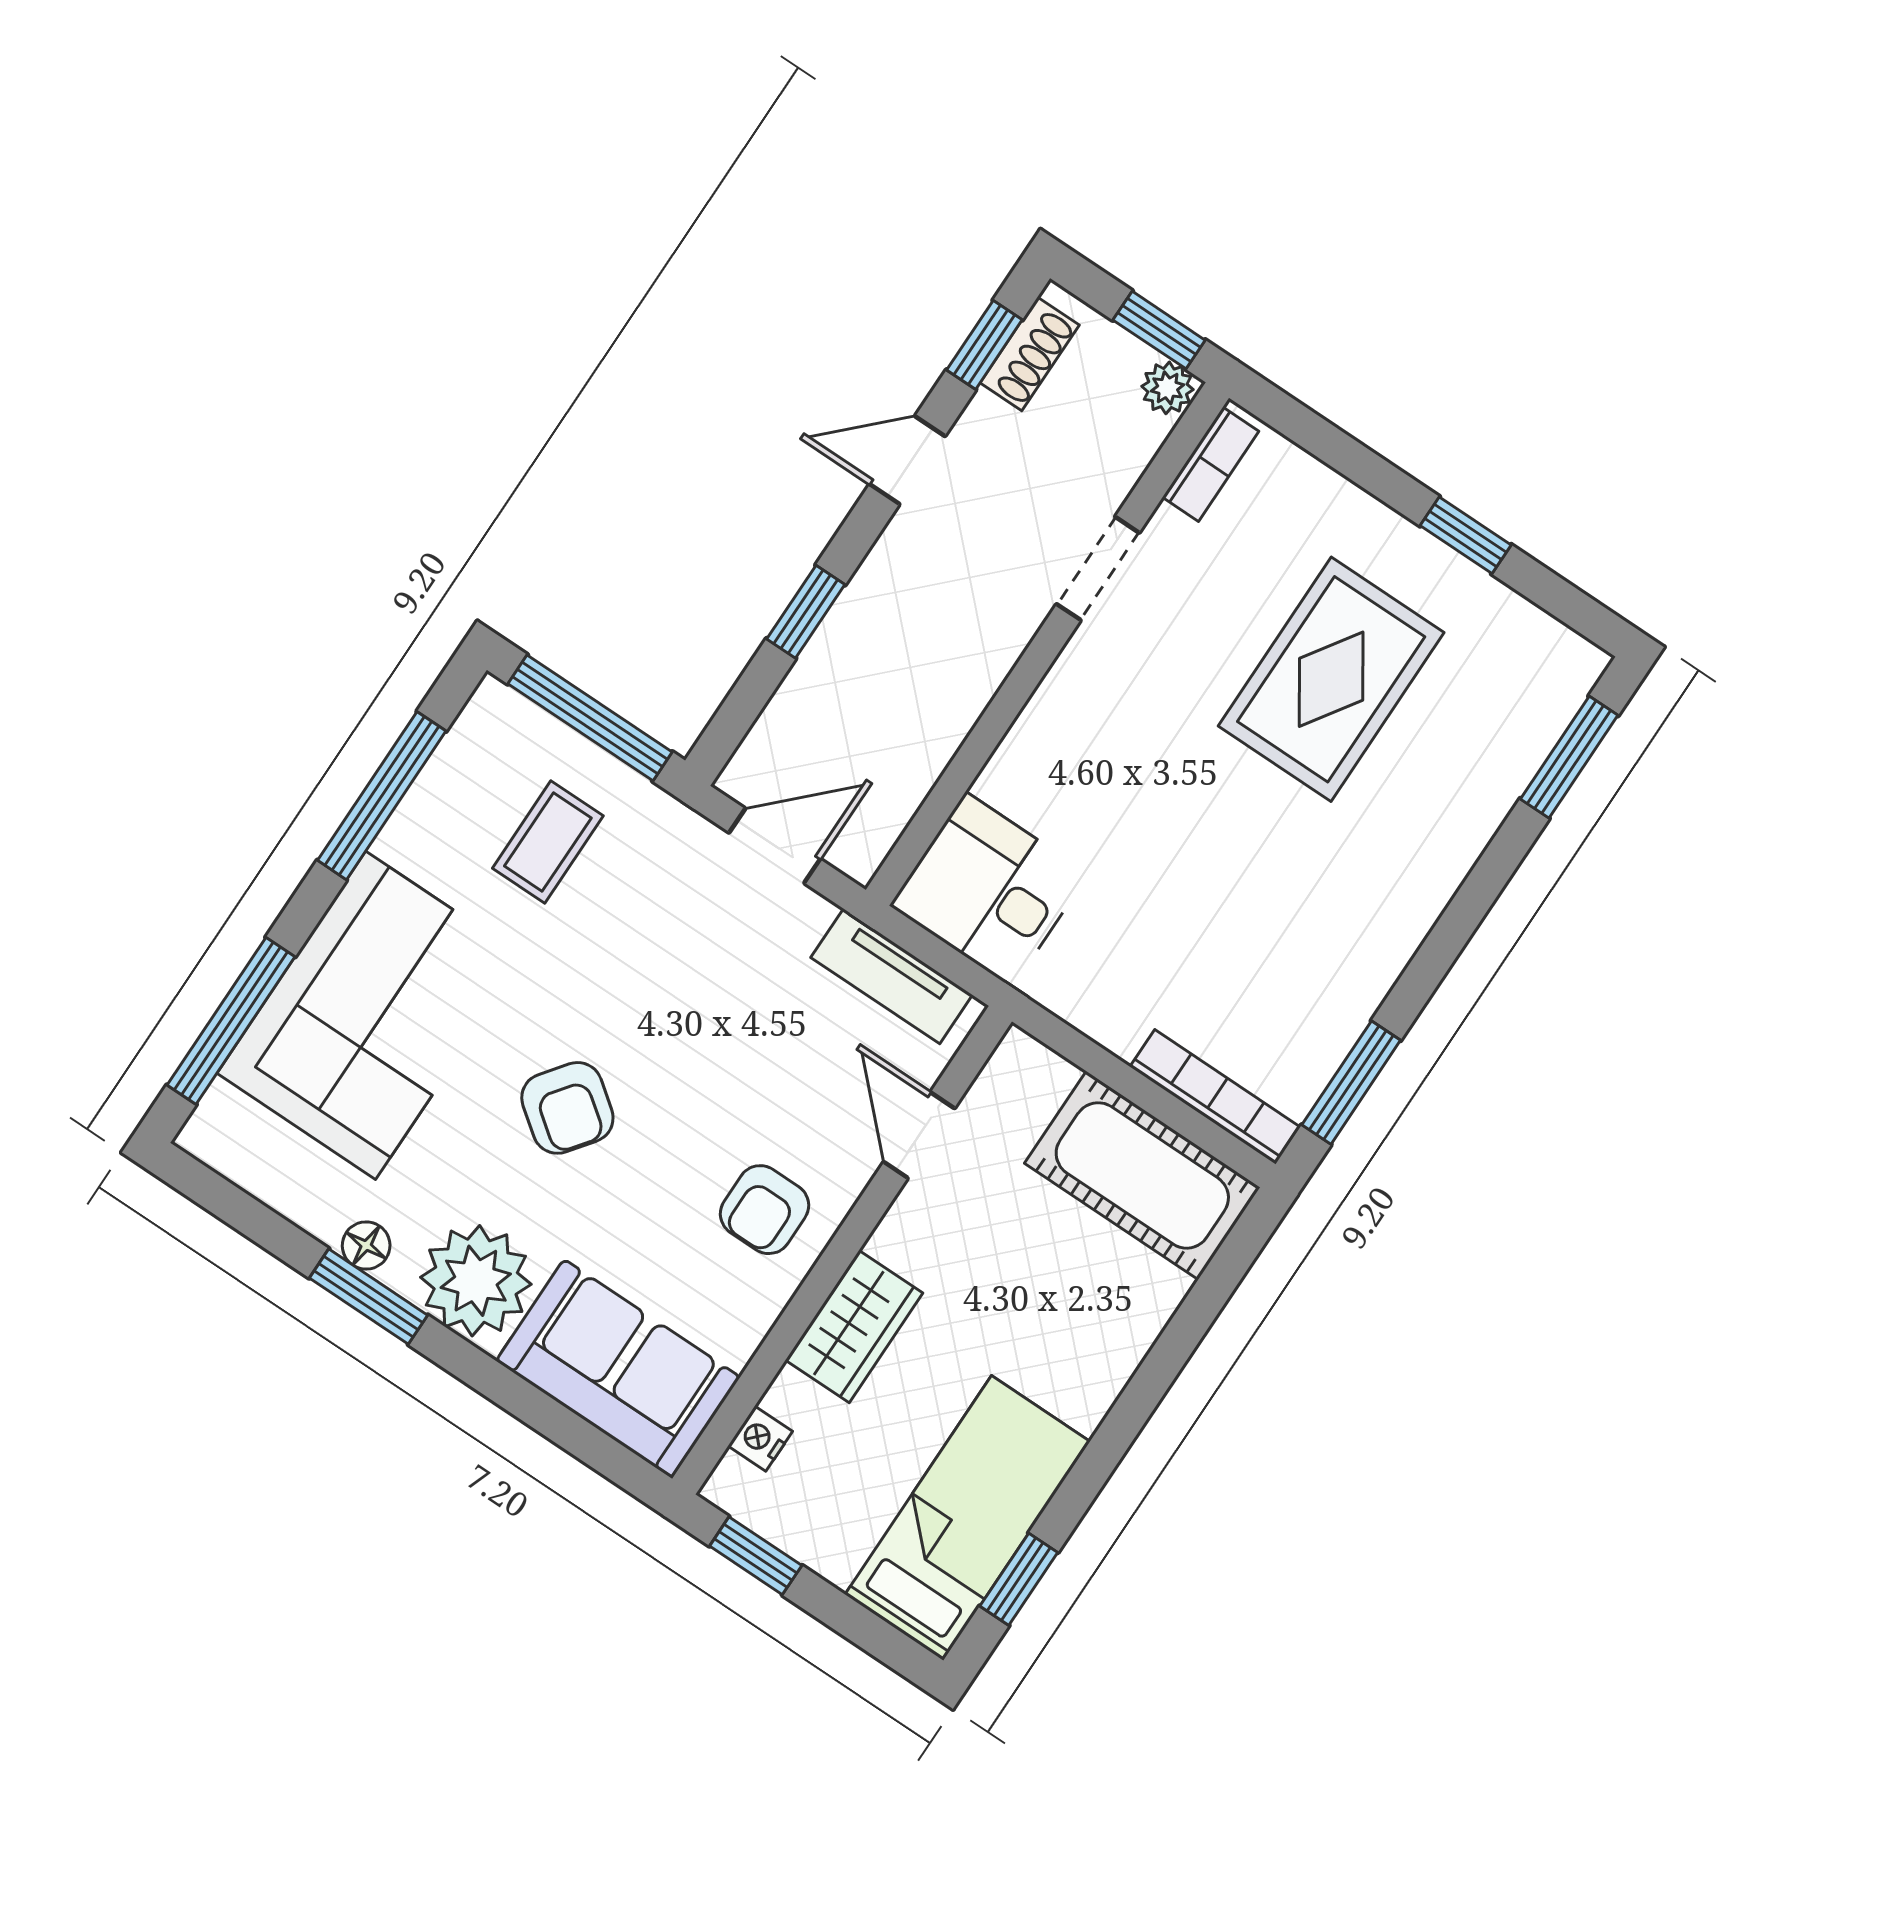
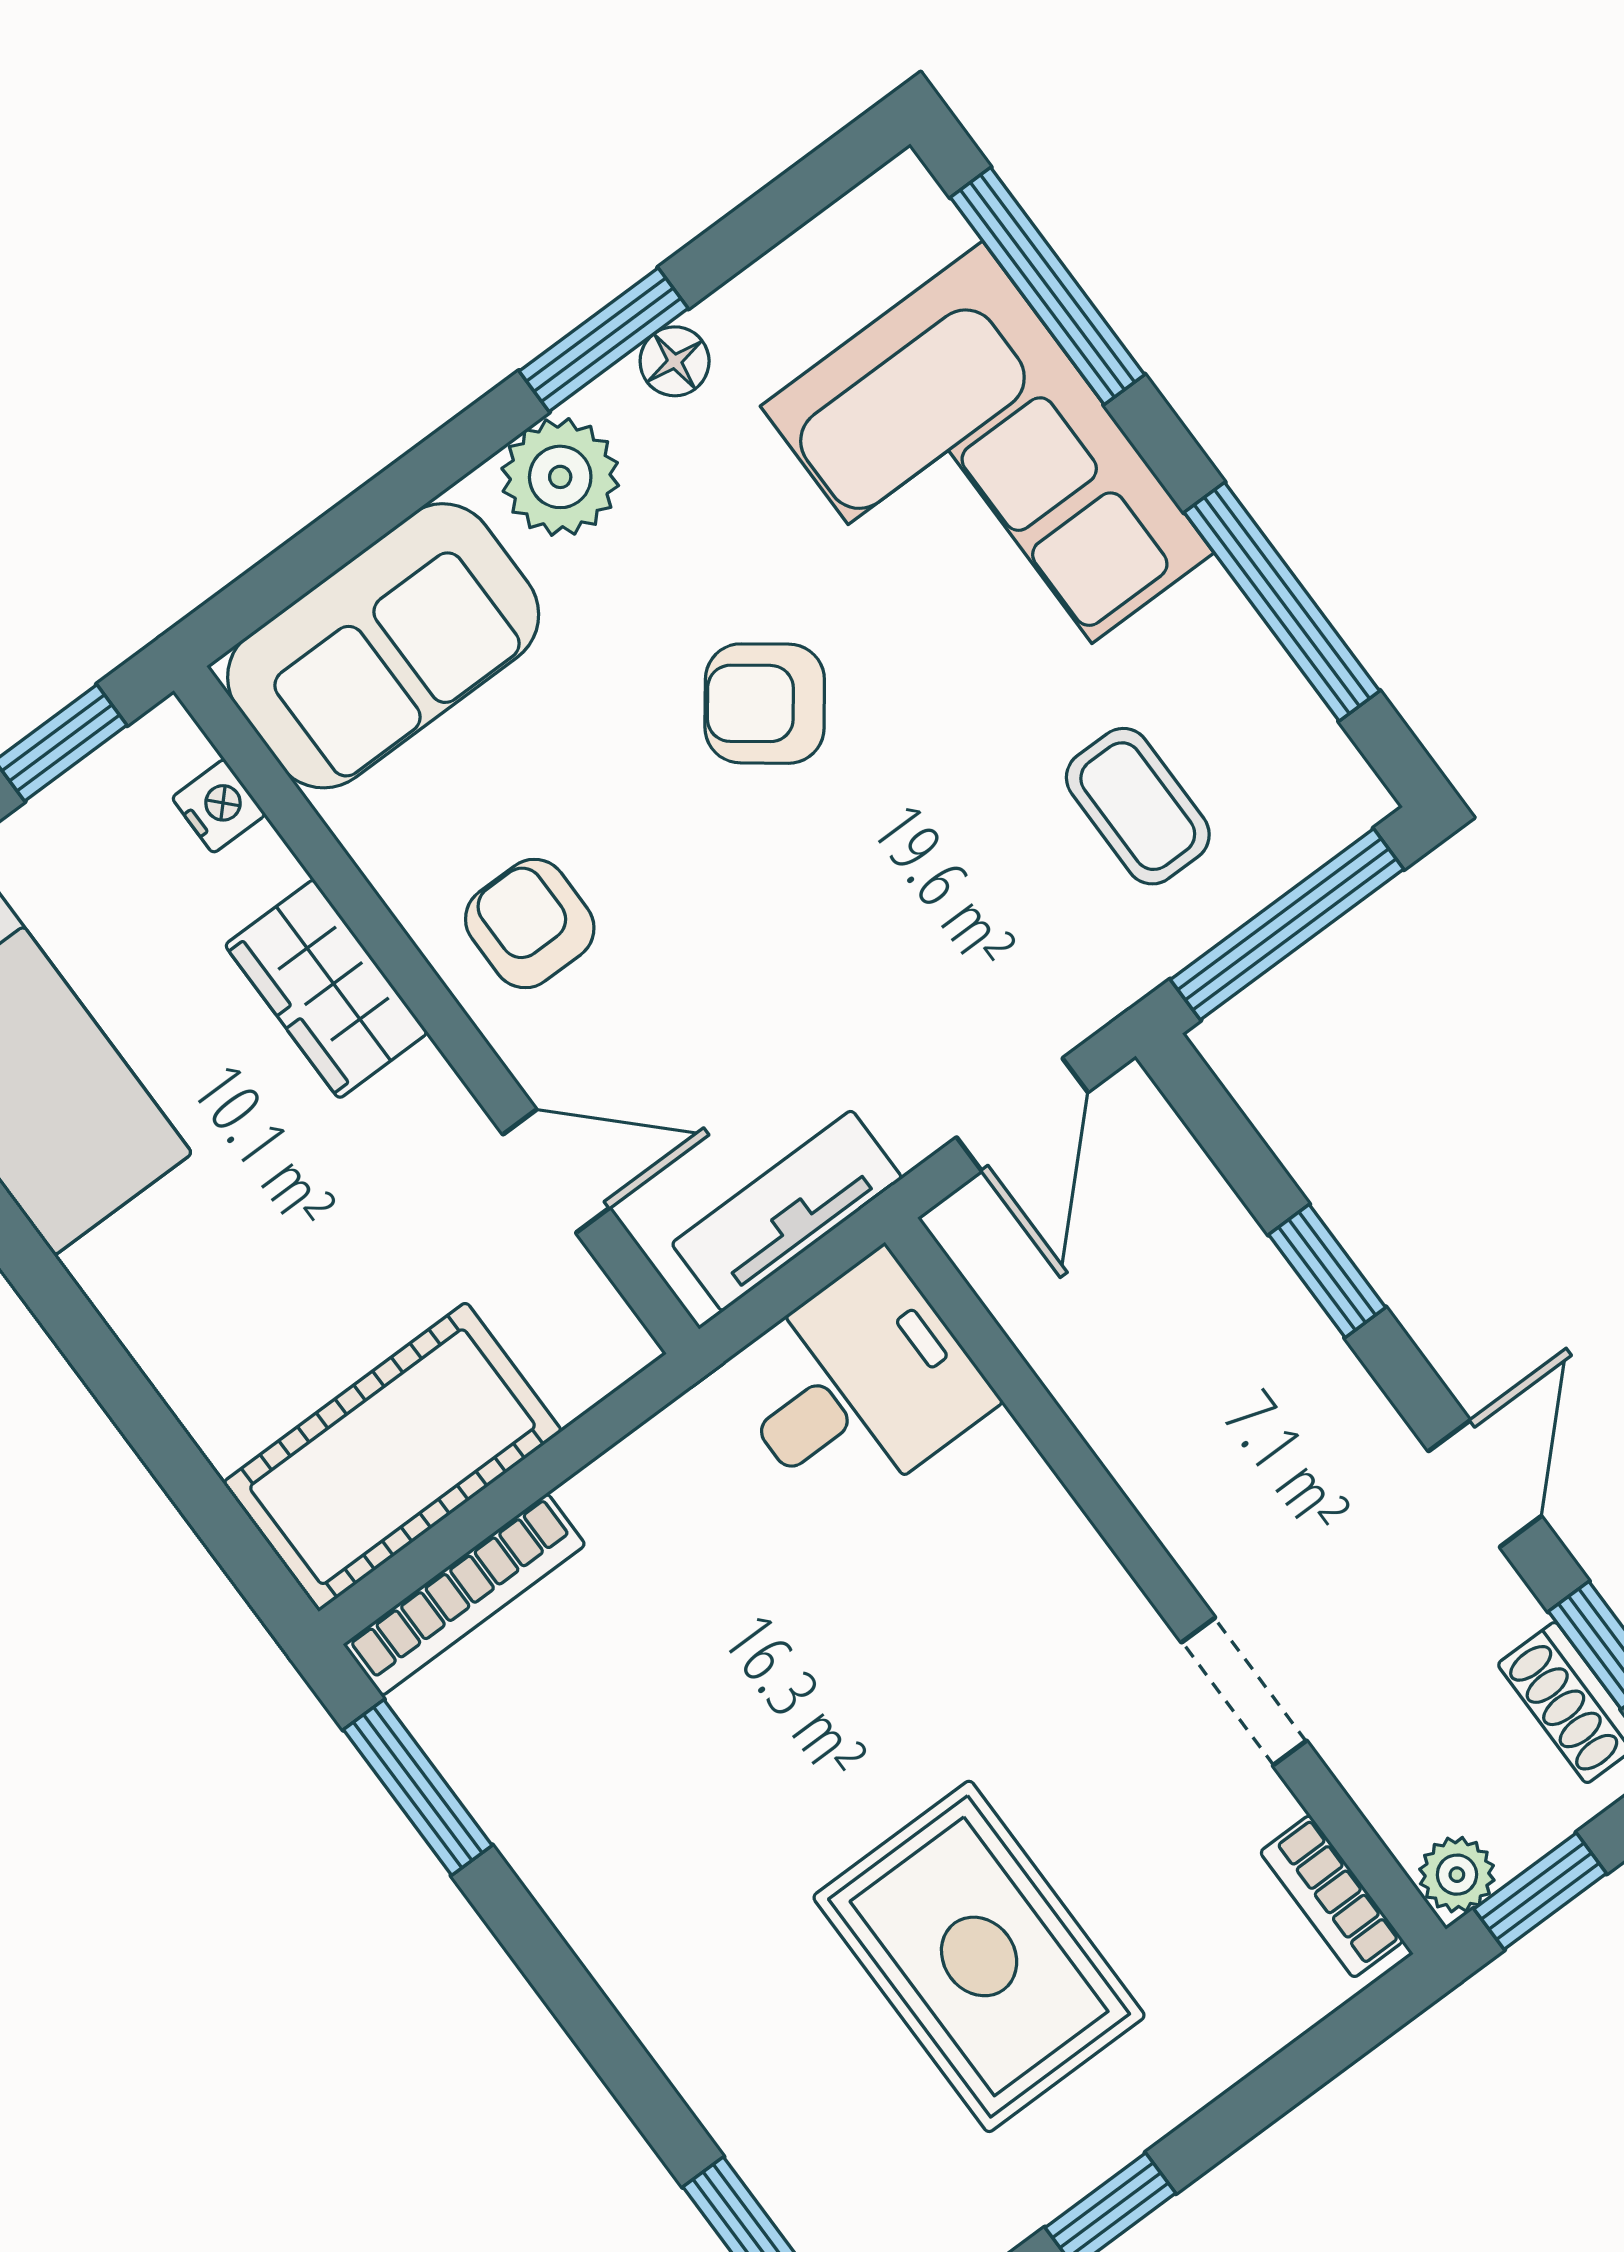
plant: (476, 1281) -> (560, 477), width x0.73, depth x0.73

